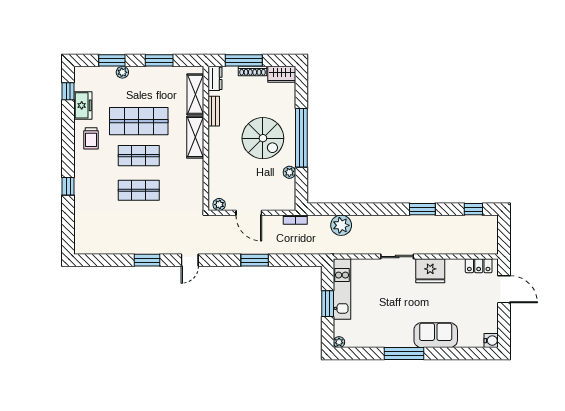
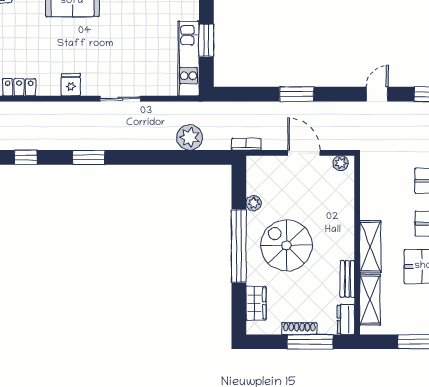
wardrobe: (282, 74) -> (256, 303), moved, turned 90
fridge: (430, 271) -> (71, 85), width x0.53, depth x0.75

